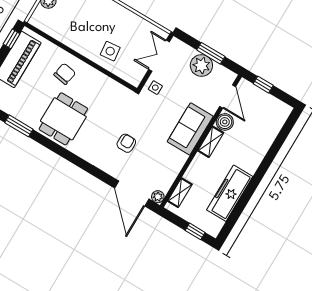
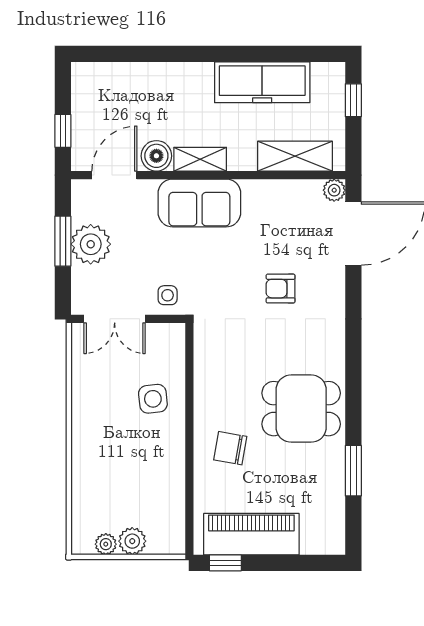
shelving: (180, 193) -> (295, 156), width x1.50, depth x1.33

